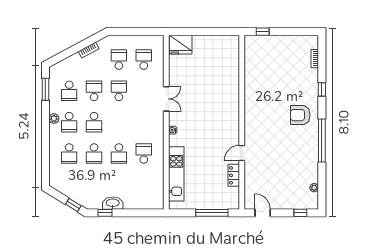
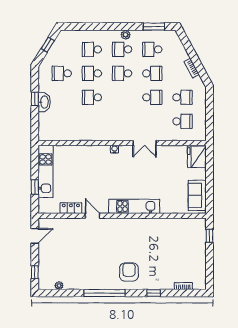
sofa: (221, 44) -> (197, 195), added
kitchen unit: (232, 110) -> (134, 206), added
school desk: (144, 154) -> (62, 73), moved, turned 180
kitchen unit: (176, 174) -> (46, 171), moved, turned -90
washbasin: (113, 203) -> (44, 102), moved
window: (73, 205) -> (48, 45), moved
window: (105, 213) -> (35, 99), moved
window: (212, 213) -> (35, 187), width x0.46

